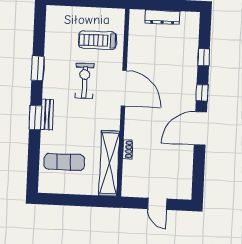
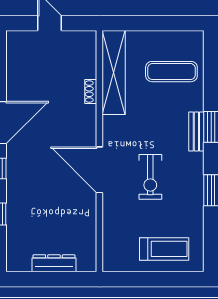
treadmill: (98, 40) -> (164, 249), moved

